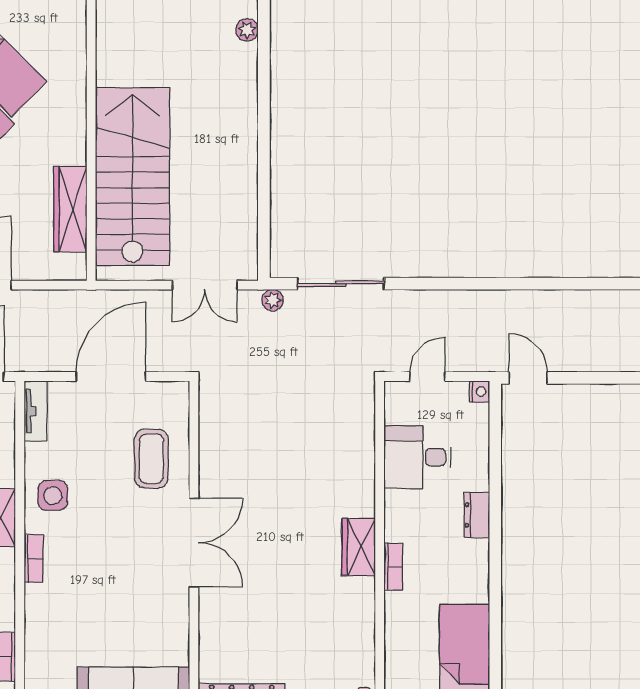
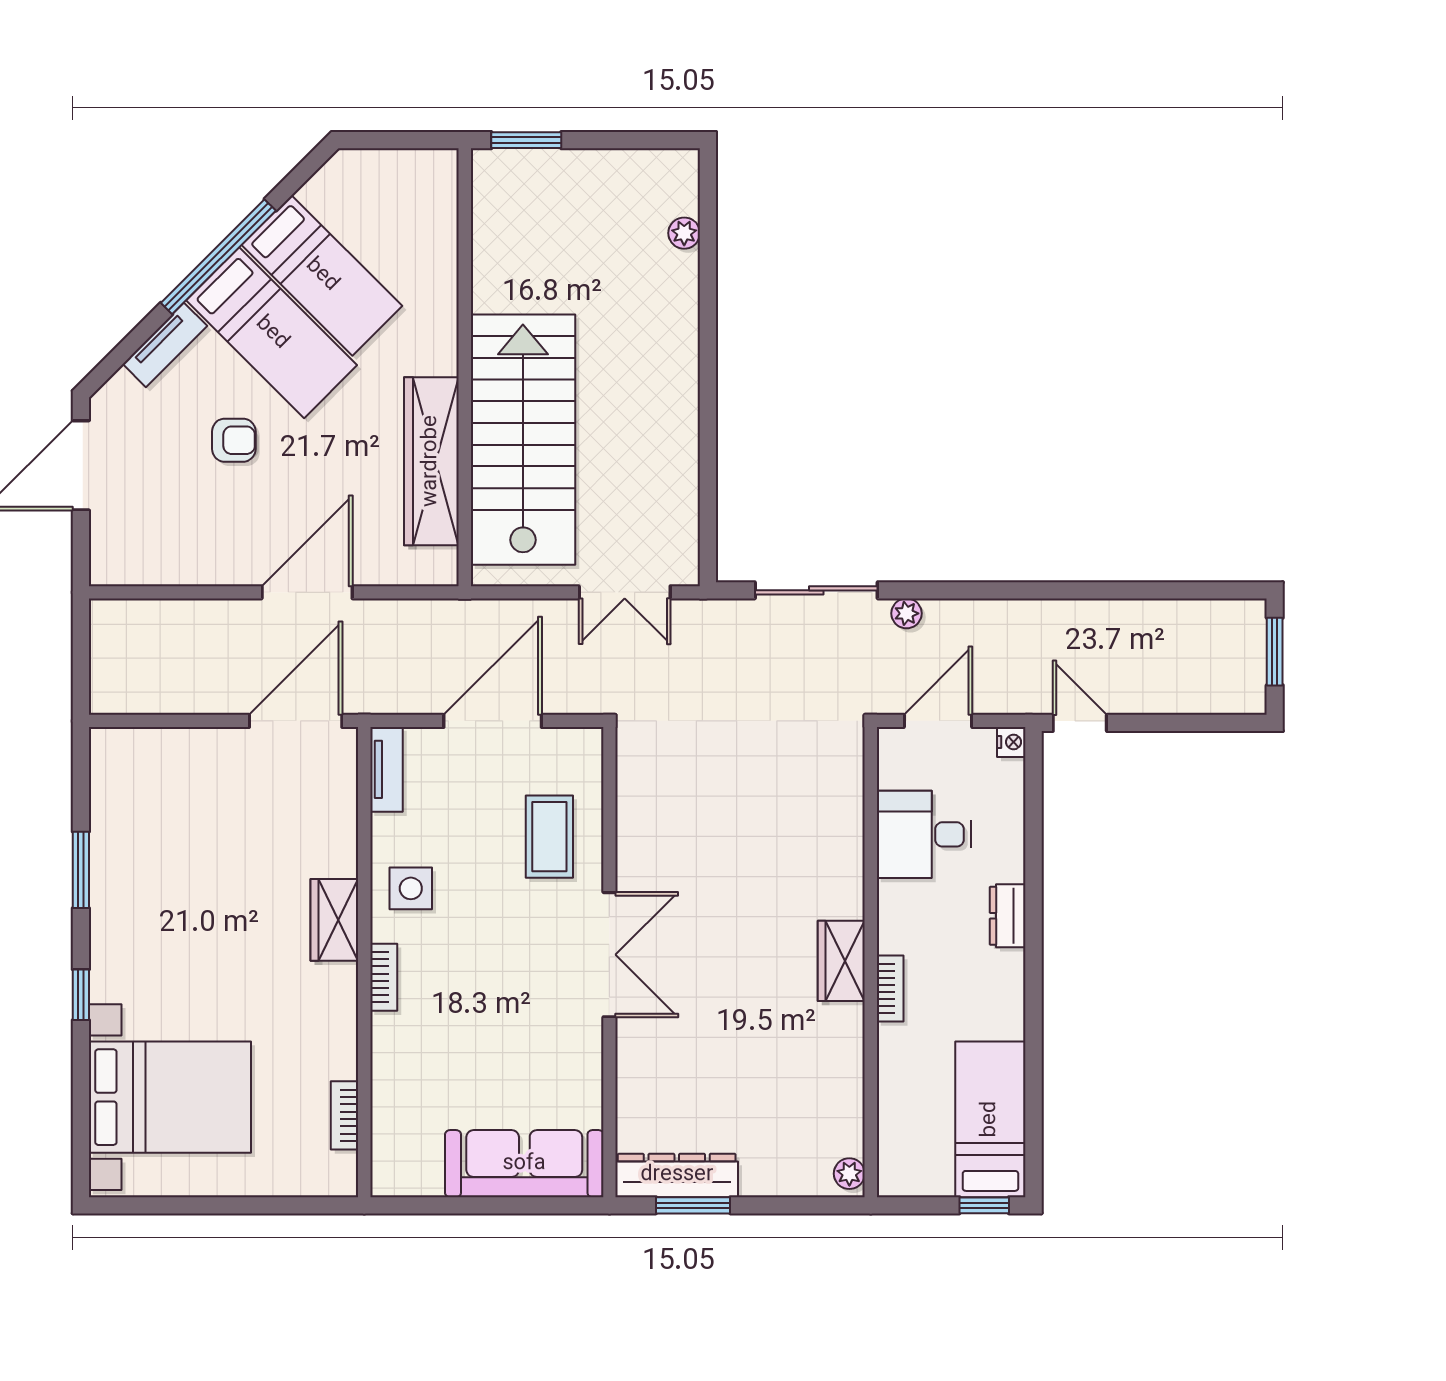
wardrobe: (70, 209) -> (431, 461), width x1.40, depth x1.17
plant: (273, 300) -> (906, 613), moved
door: (427, 377) -> (938, 721), width x1.37

